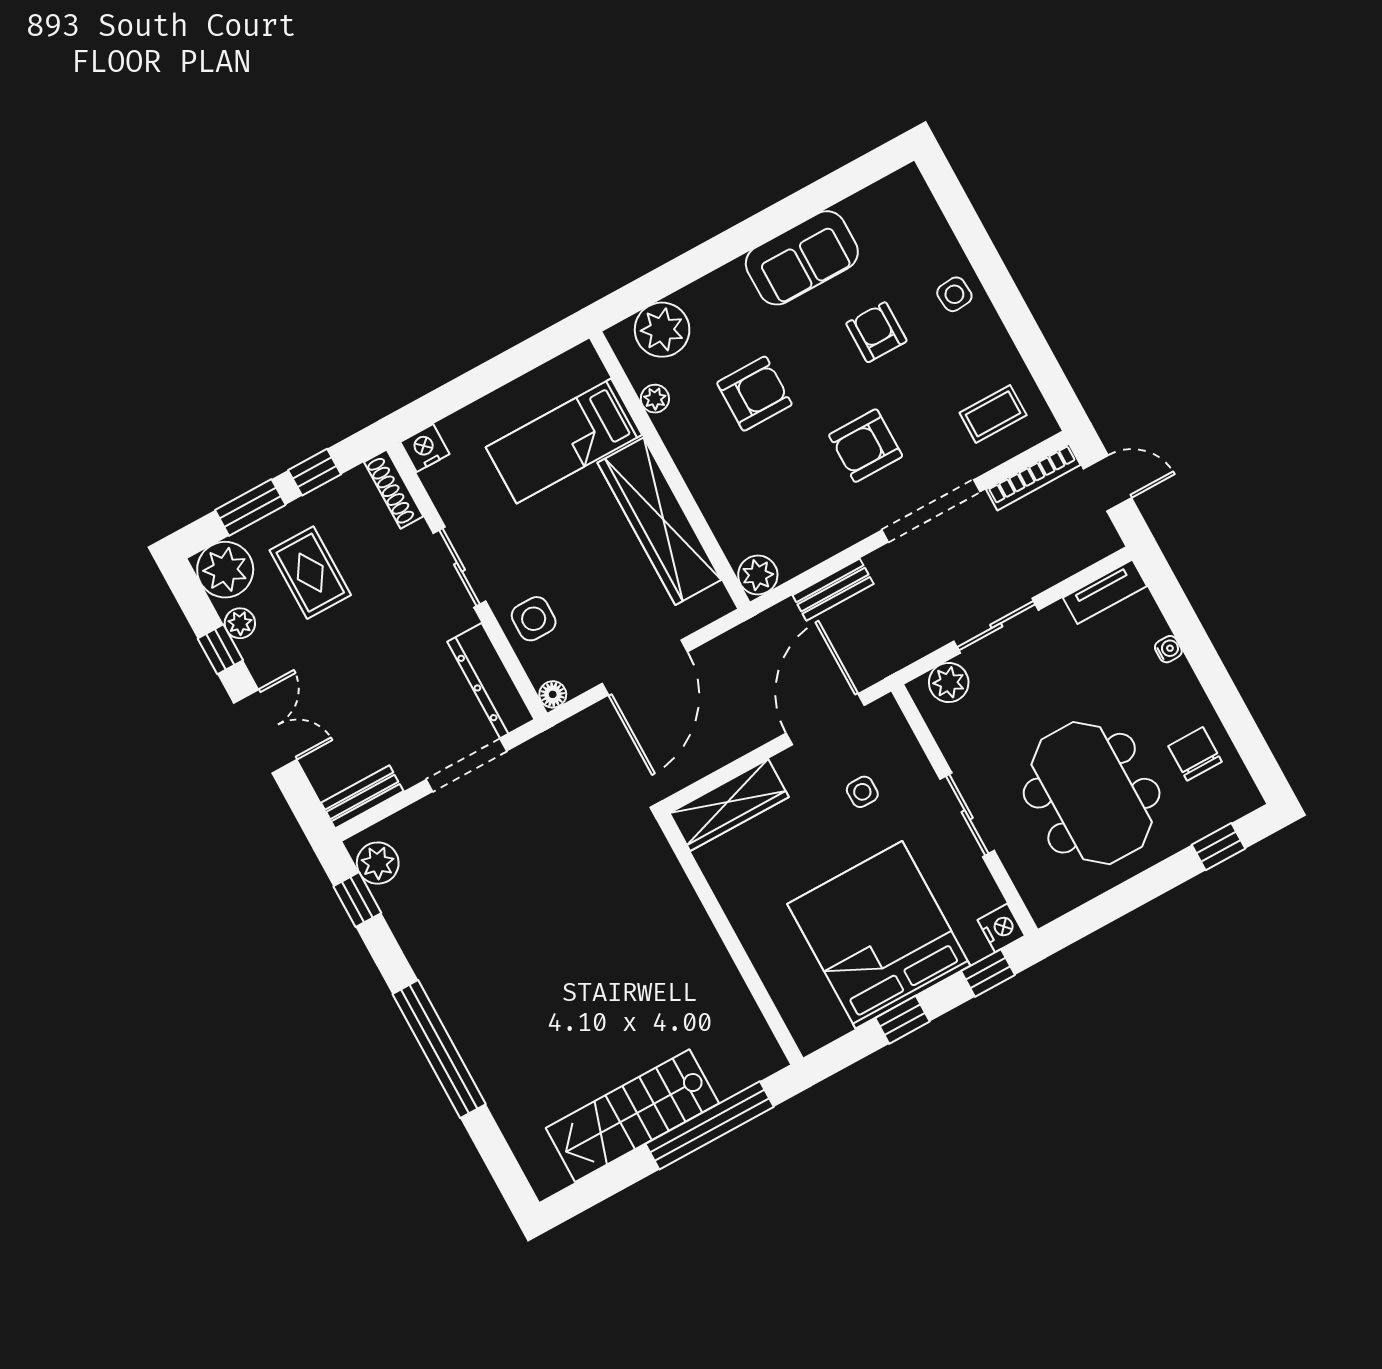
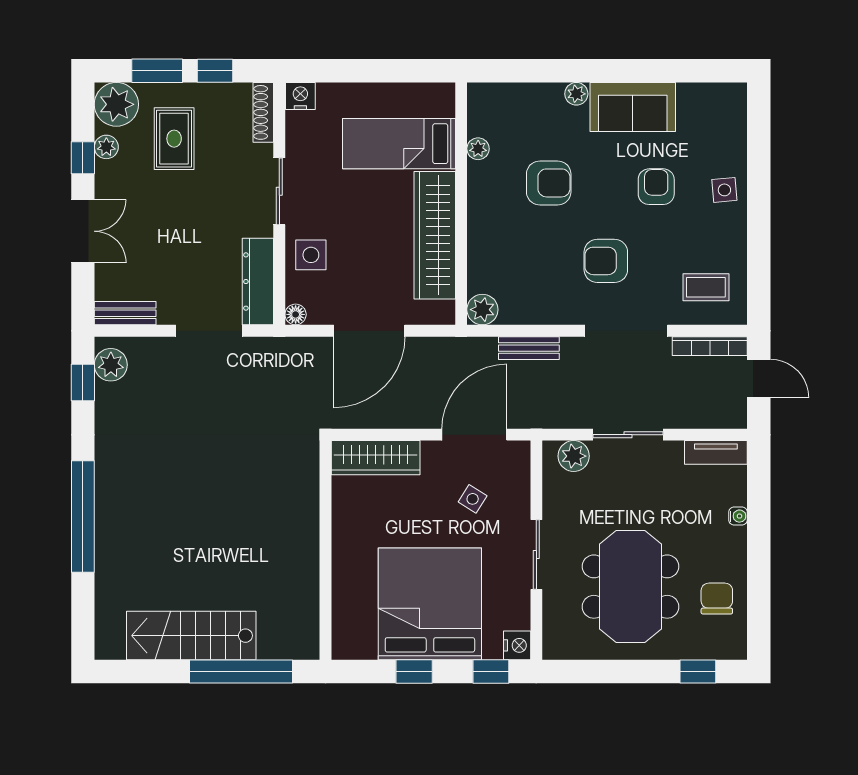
plant: (662, 330) -> (576, 94), moved, width x0.53, depth x0.53
side table: (862, 792) -> (473, 499), turned 32

